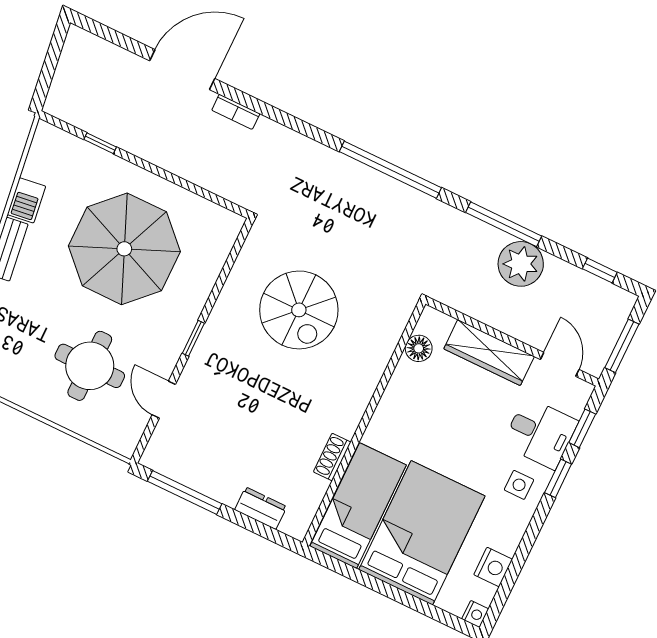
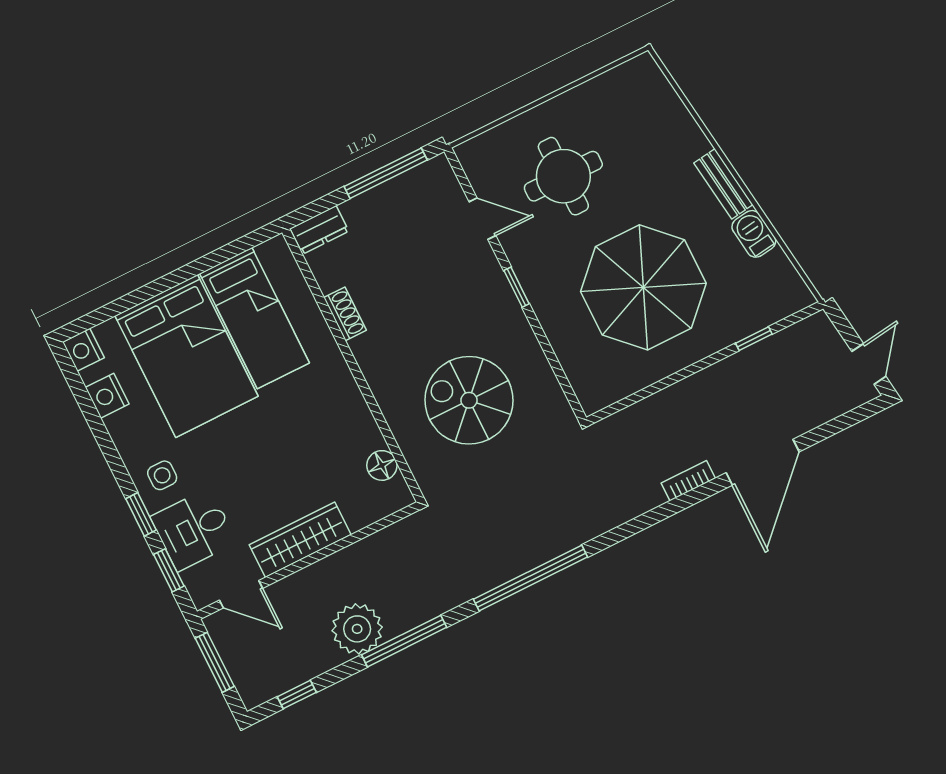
door: (55, 49) -> (869, 364), added
floor lamp: (419, 348) -> (382, 465), moved
wall: (364, 423) -> (353, 365), moved
shoe rack: (332, 457) -> (345, 314), moved
nightstand: (475, 614) -> (83, 350), width x1.39, depth x1.35

